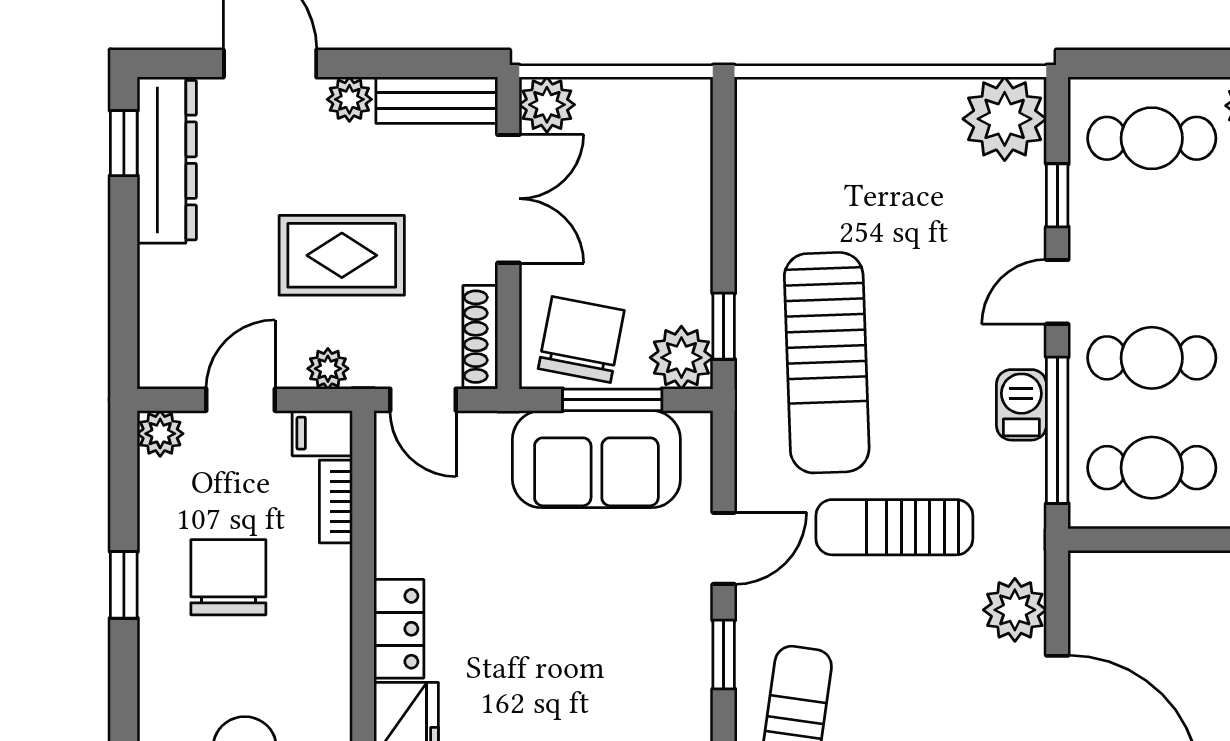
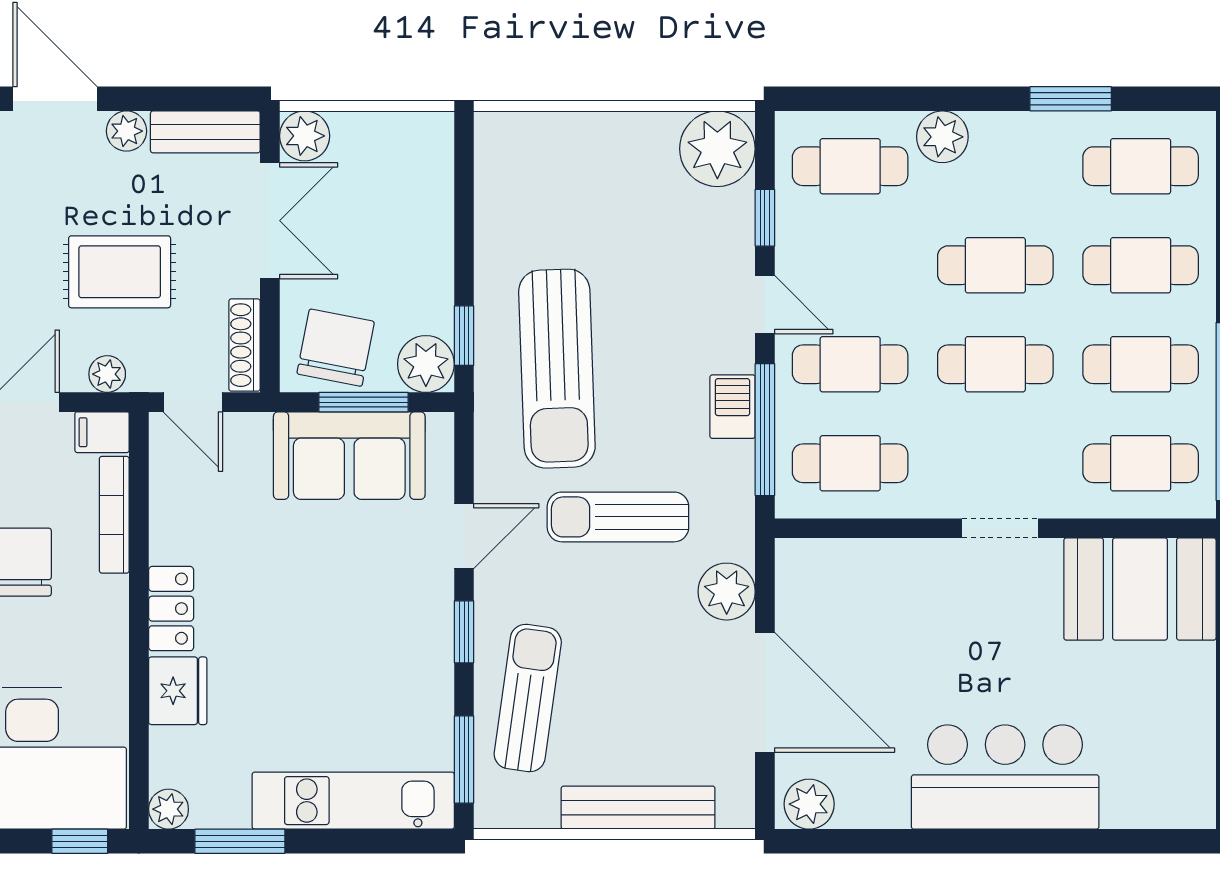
door: (1057, 292) -> (765, 305), swing flipped
bookcase: (336, 501) -> (114, 515), width x1.56

